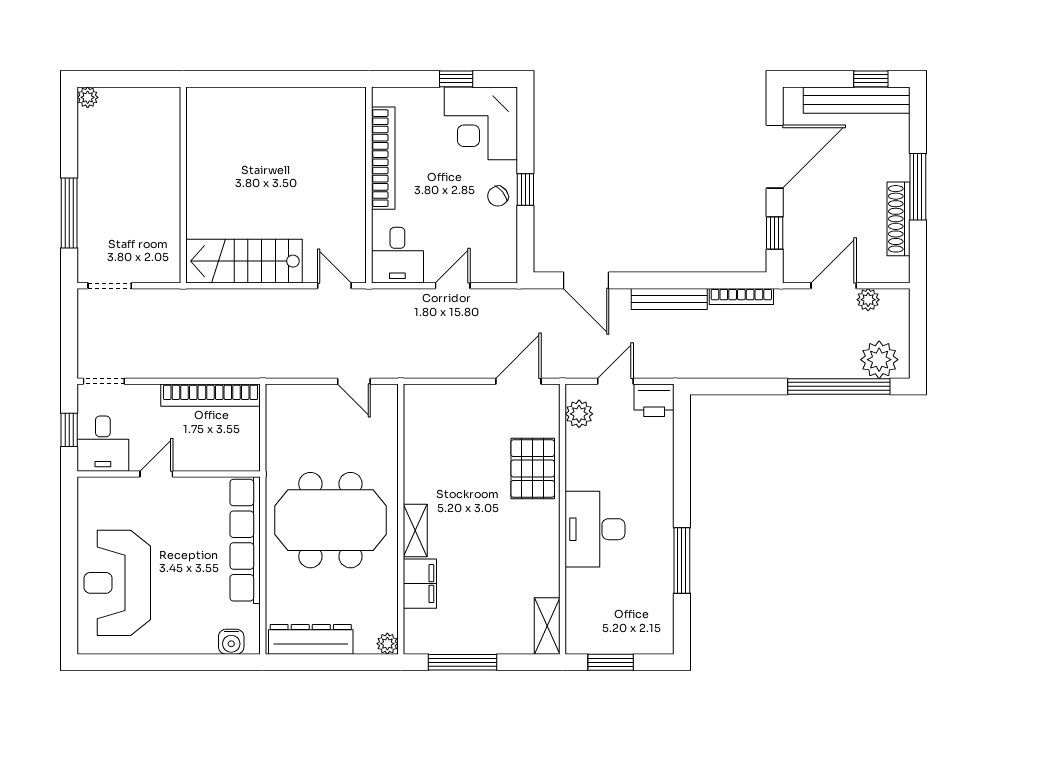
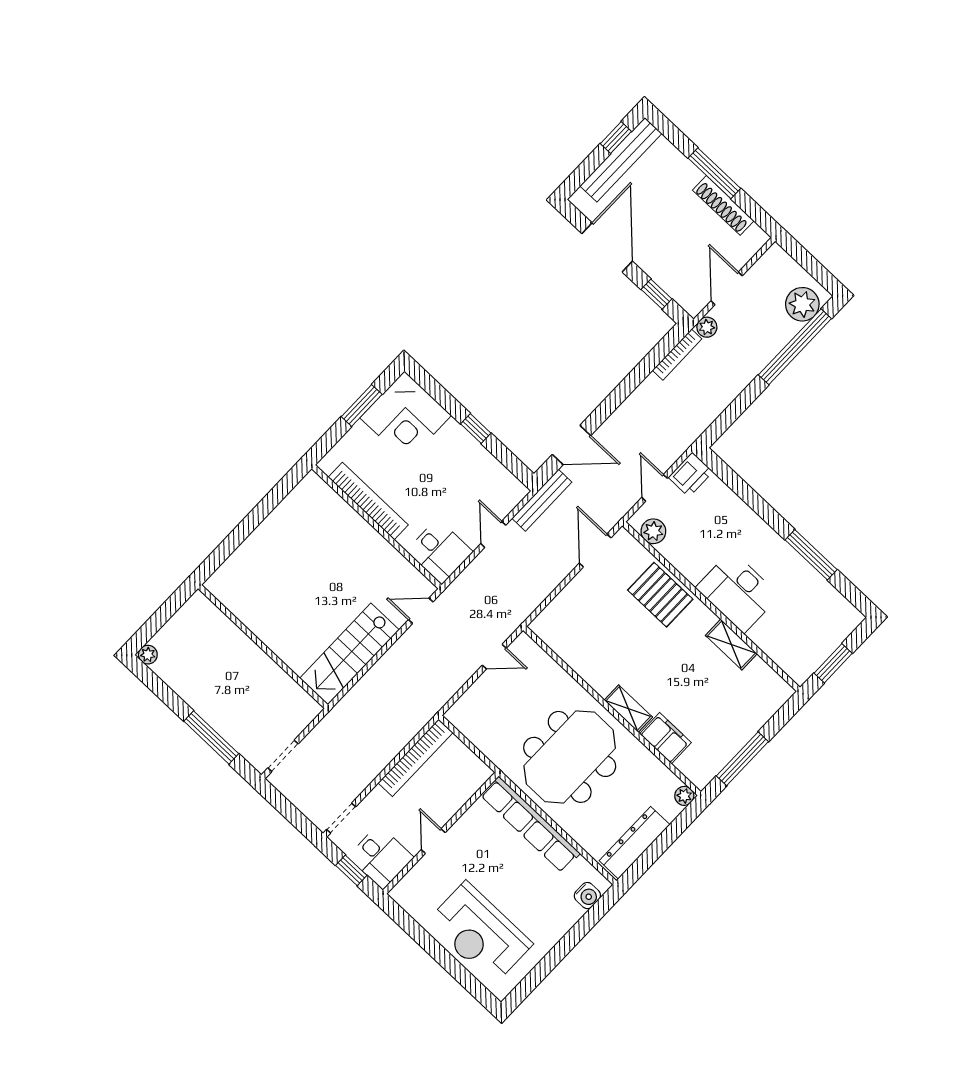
window: (456, 79) -> (362, 405), width x1.50
chair: (498, 196) -> (463, 450), removed
bench: (669, 299) -> (542, 500), moved
plant: (868, 300) -> (707, 327), moved
shelving: (547, 626) -> (731, 645), moved

